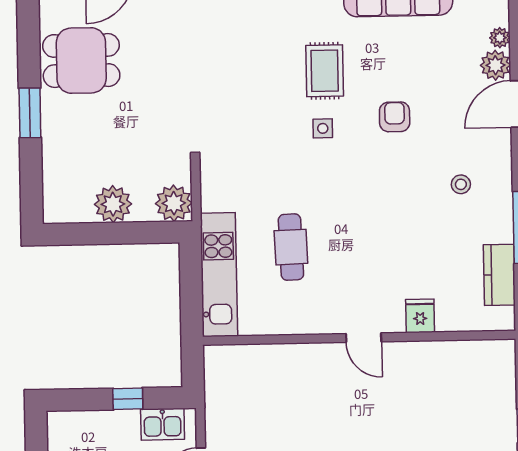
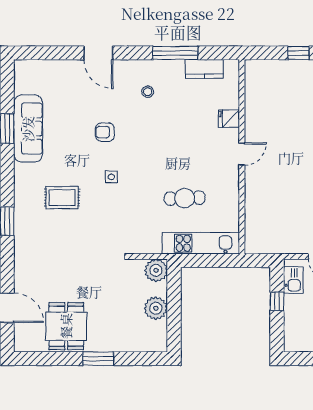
plant: (500, 38) -> (57, 66), removed
plant: (495, 65) -> (74, 69), removed
rug: (325, 71) -> (62, 198), moved

